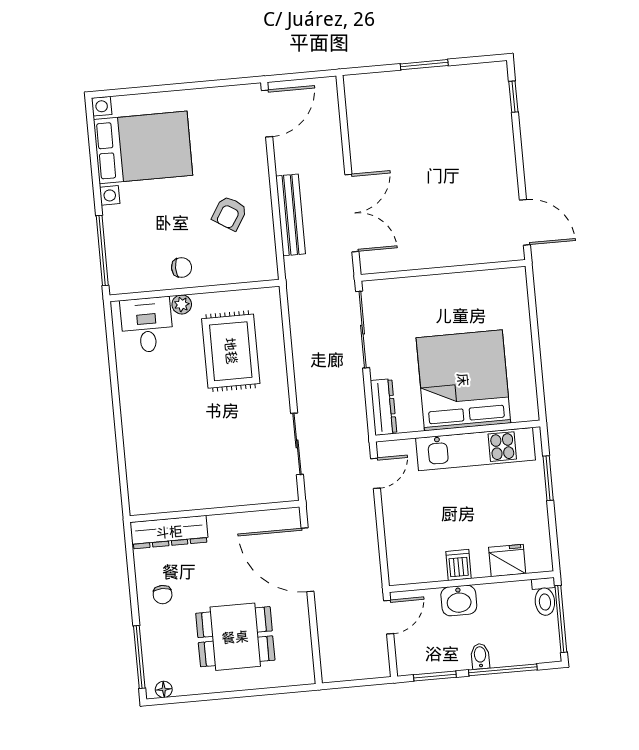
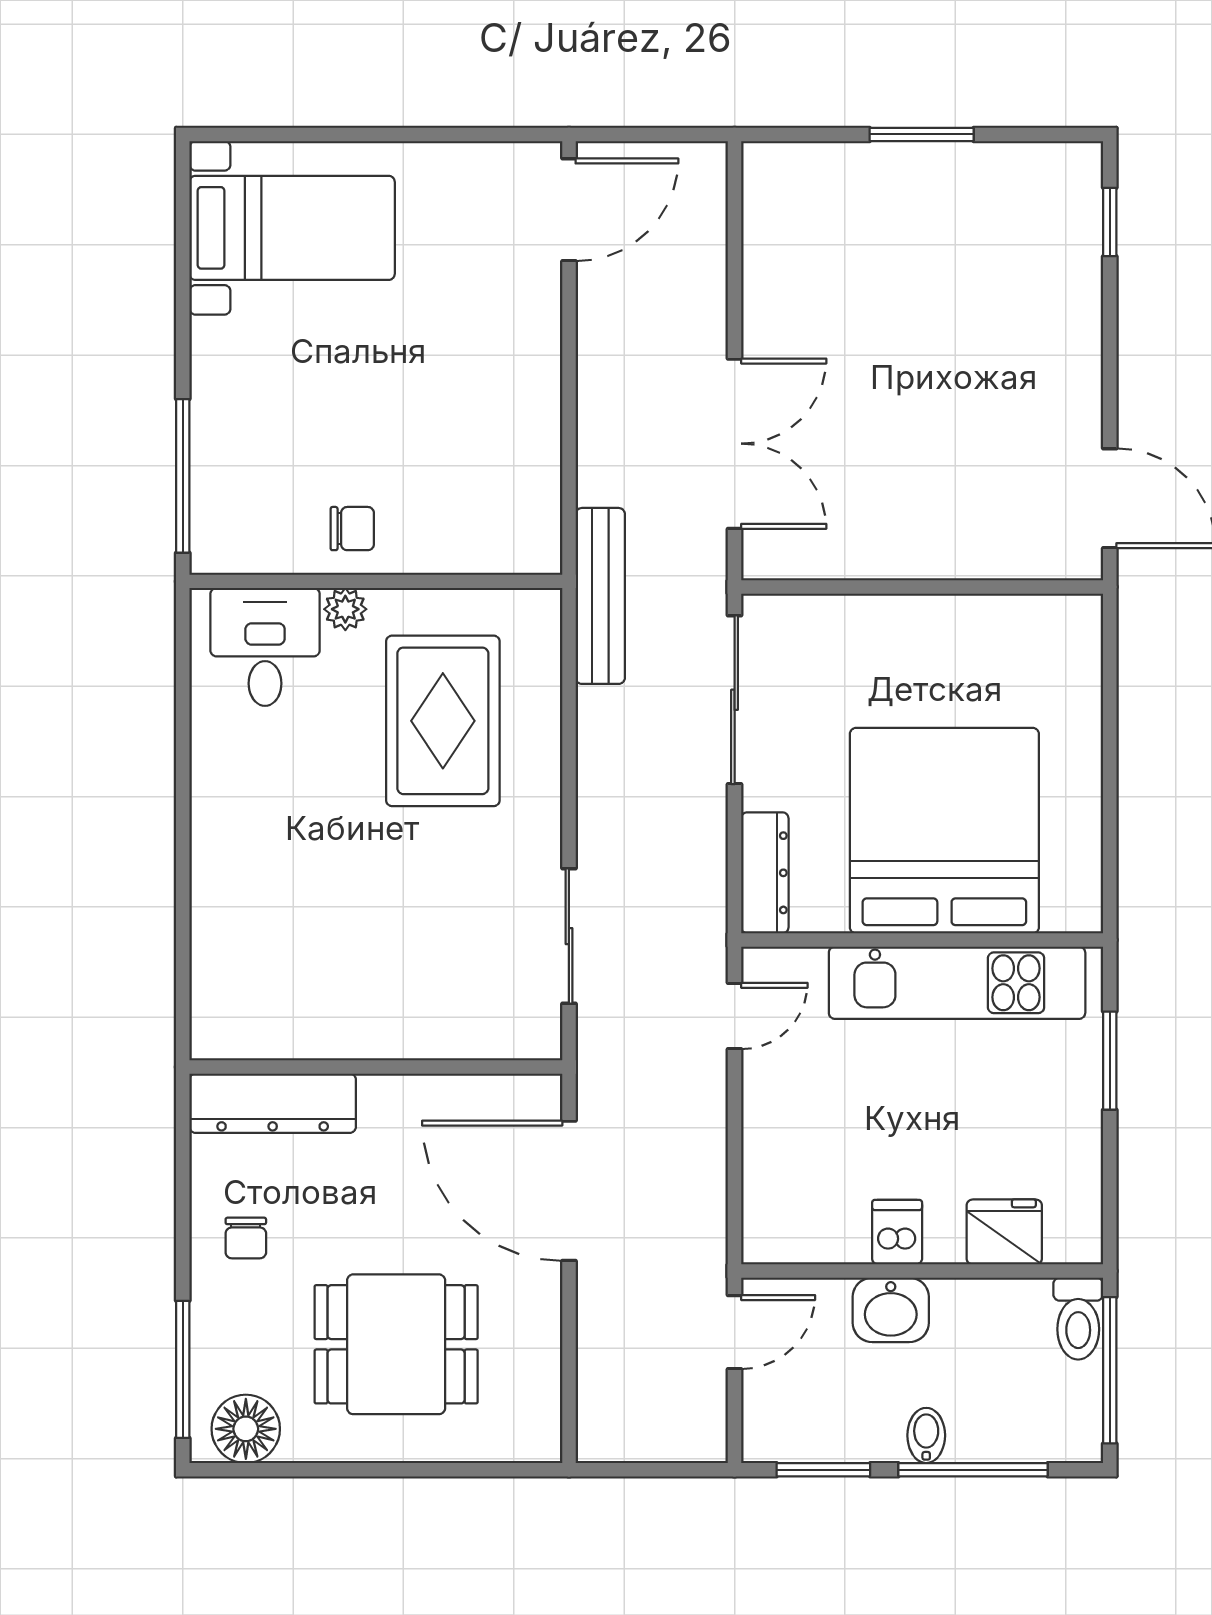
bed with nightstands: (143, 147) -> (292, 228), width x0.73
armchair: (230, 213) -> (468, 420), removed
bench: (291, 215) -> (600, 596), moved
floor lamp: (164, 689) -> (246, 1429), width x1.89, depth x1.89

